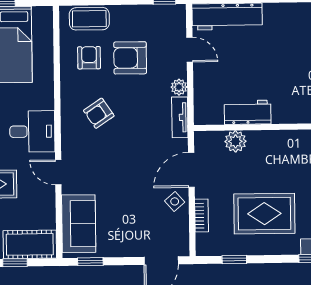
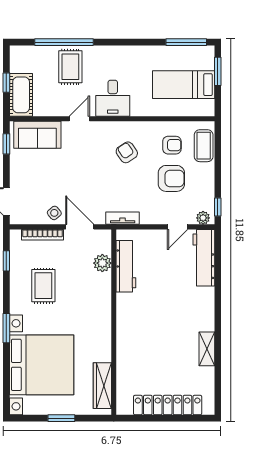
armchair: (130, 58) -> (171, 178), turned 90
plant: (179, 87) -> (203, 218), moved
workbench: (248, 112) -> (126, 266), width x1.38
rug: (264, 214) -> (43, 286), width x0.73, depth x0.70
bookcase: (202, 216) -> (43, 235), width x1.56

